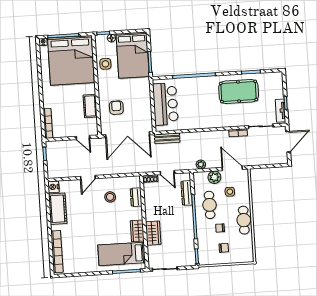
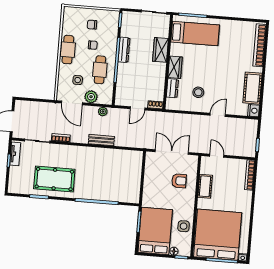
bar counter: (165, 104) -> (129, 177), removed
armchair: (116, 108) -> (179, 181), turned -90
double door: (128, 135) -> (172, 152), width x0.73
bench: (167, 138) -> (101, 140), moved
door: (167, 173) -> (138, 108), swing flipped
dresser: (187, 193) -> (124, 50), moved
wardrobe: (137, 231) -> (175, 67), moved

